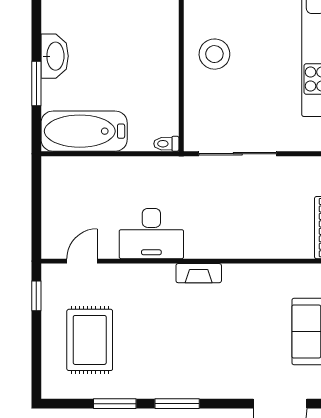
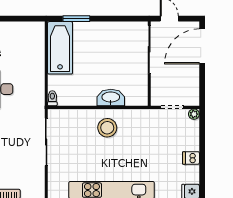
washbasin: (55, 56) -> (111, 98), moved, turned 180
window: (36, 84) -> (76, 19), moved

